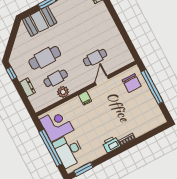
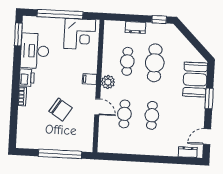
cafe table: (84, 37) -> (152, 115), added
chair: (132, 83) -> (61, 110), moved, turned -147
plant: (63, 92) -> (108, 82), moved
desk: (69, 151) -> (35, 51), moved, turned -90

